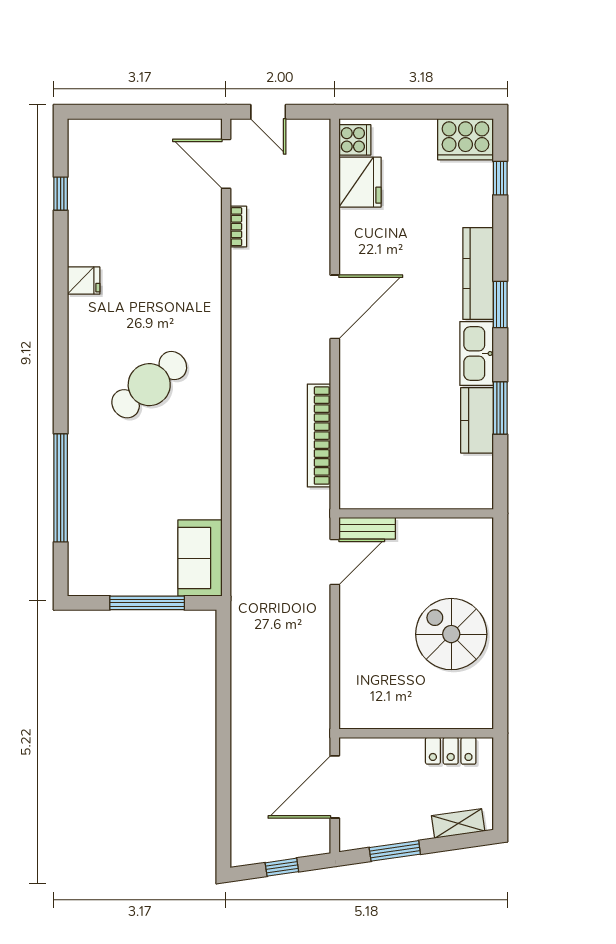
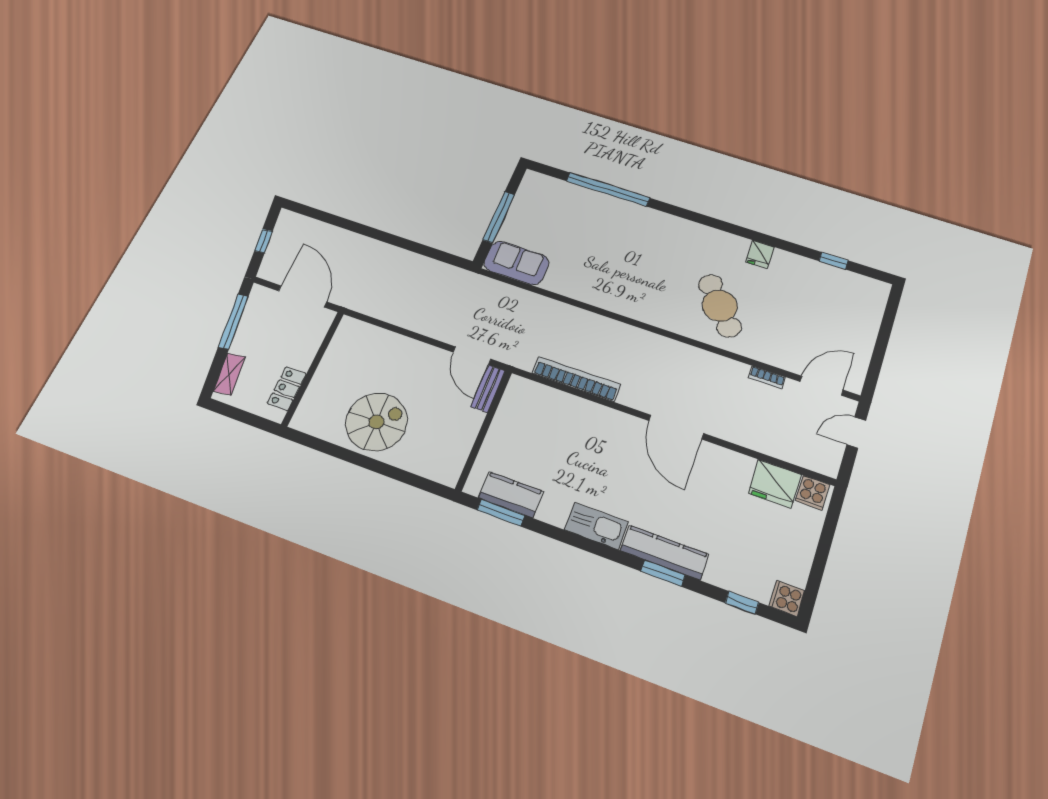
cooker: (465, 139) -> (787, 598), width x0.53, depth x0.76
window: (500, 305) -> (663, 573), moved
cafe table: (149, 385) -> (720, 306), moved
window: (500, 408) -> (501, 513), moved
kitchen counter: (477, 420) -> (511, 495), moved
window: (395, 851) -> (233, 321), width x1.44

